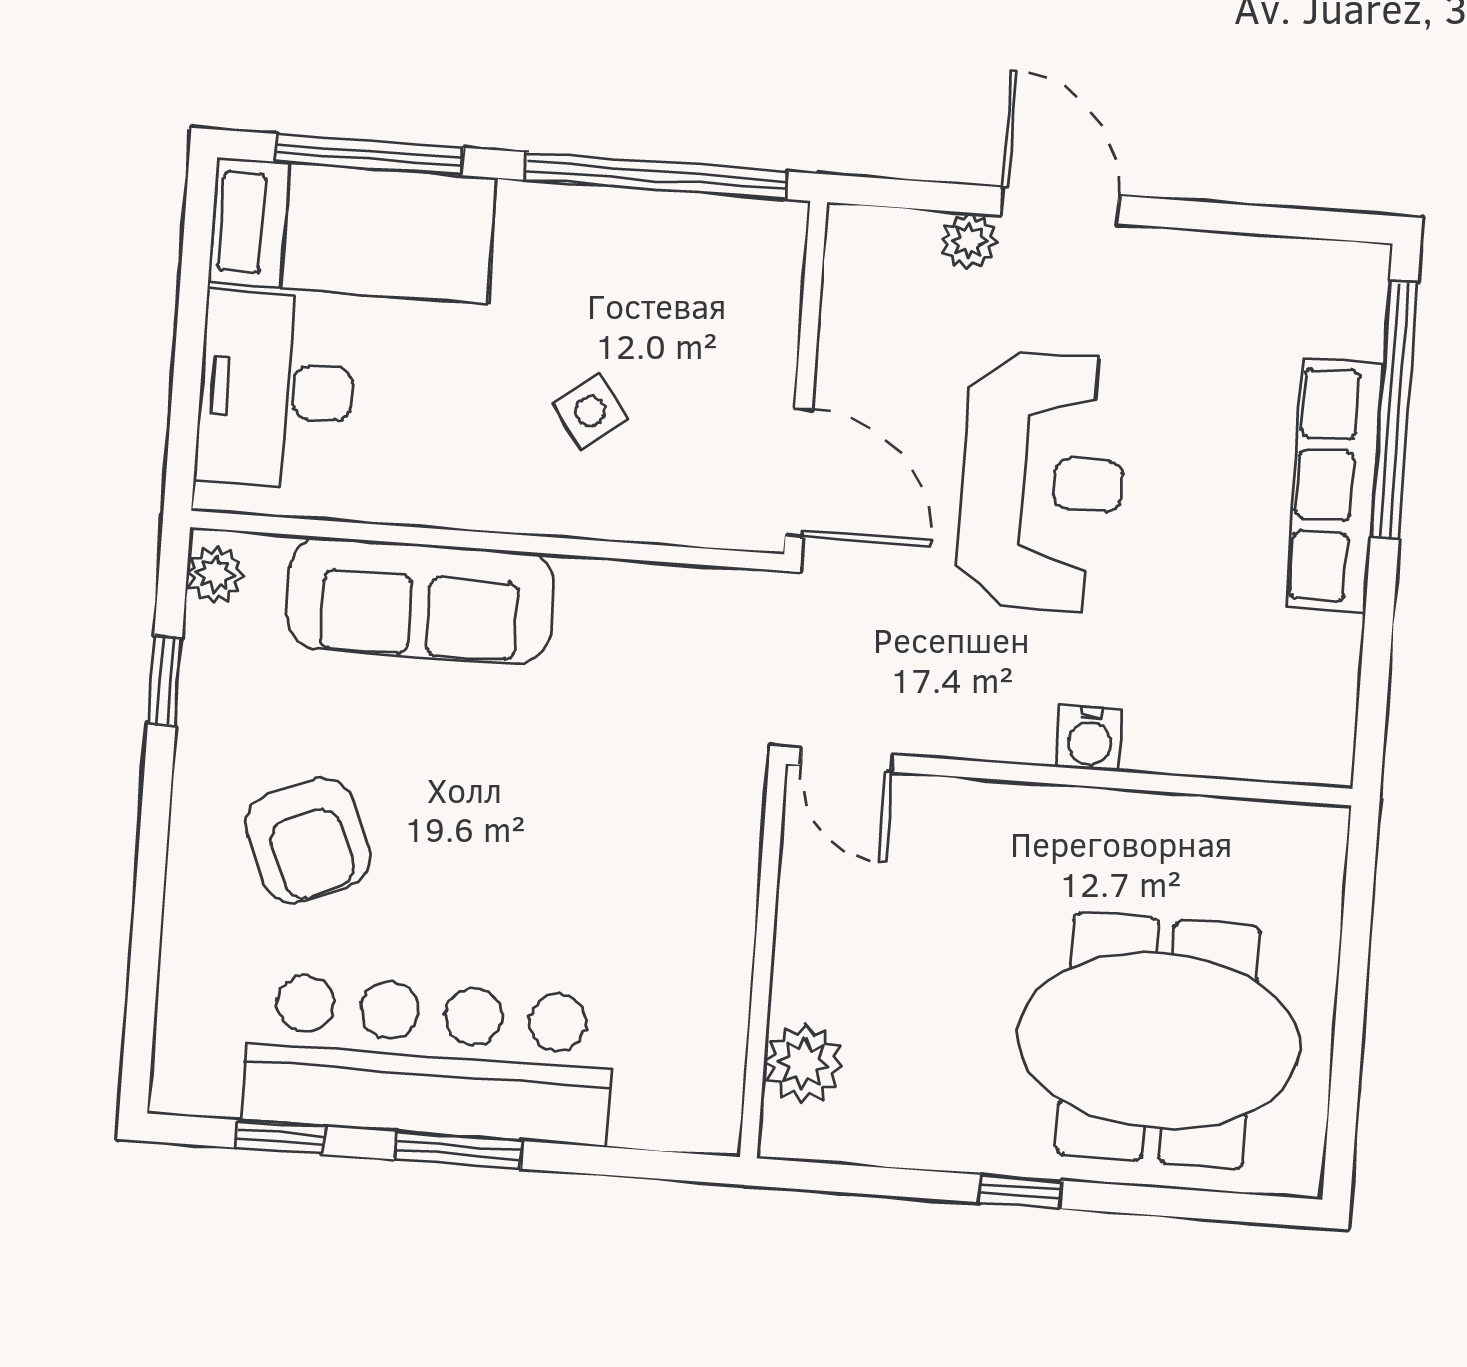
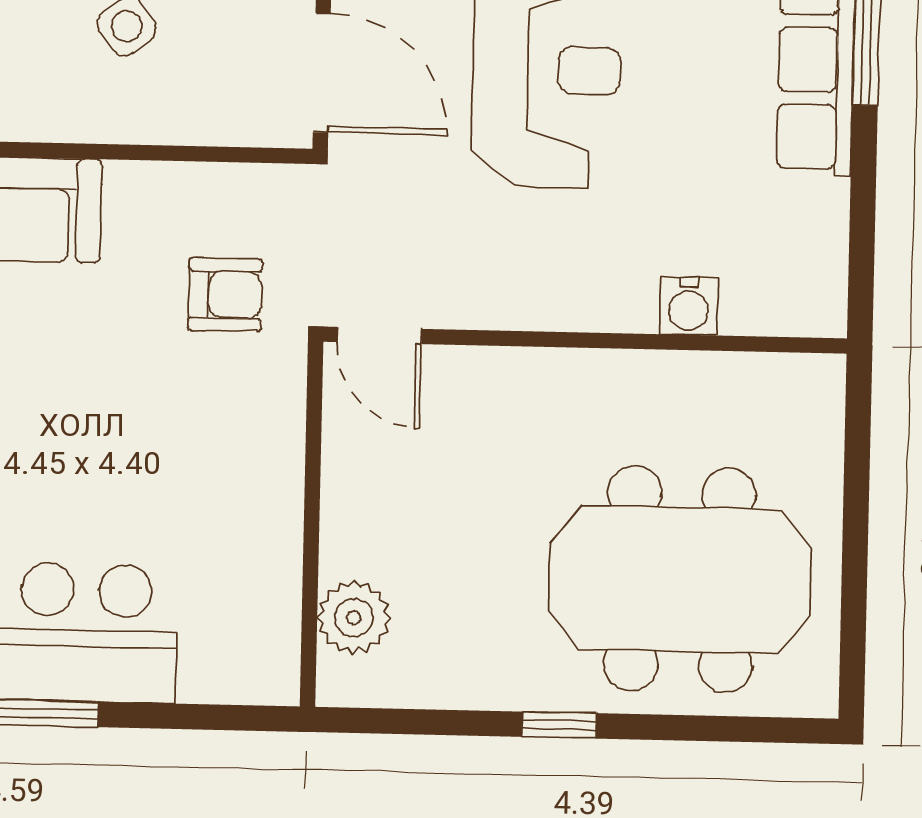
armchair: (682, 707) -> (225, 295), added
water cooler: (1090, 738) -> (689, 306), moved

